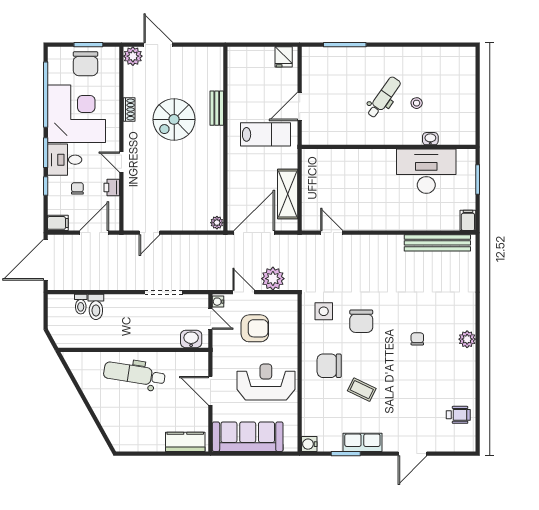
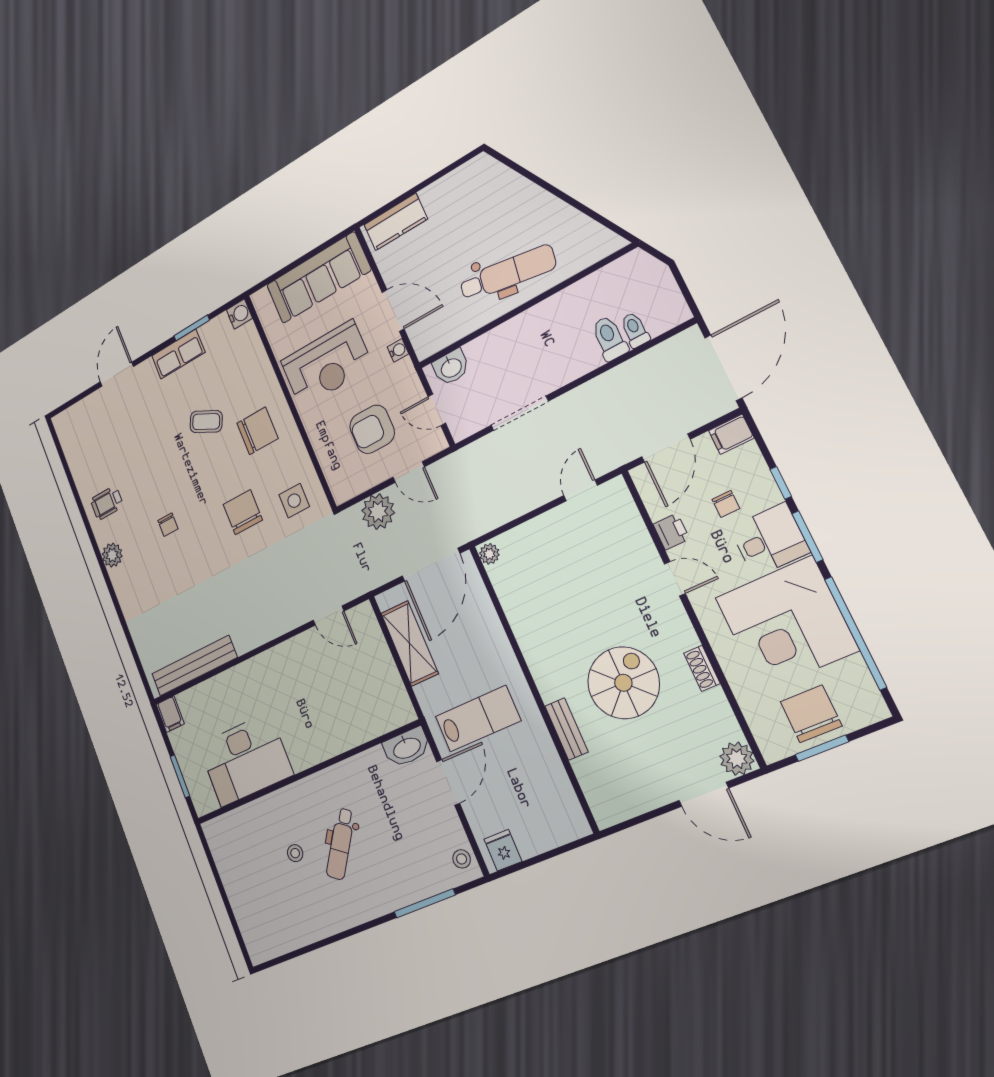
stool: (311, 61) -> (462, 859), added
lab bench: (265, 134) -> (478, 719), turned 180
washbasin: (430, 139) -> (407, 747), moved, width x1.91, depth x1.45
water cooler: (218, 302) -> (398, 350), moved
wheelchair: (458, 415) -> (107, 503), moved

